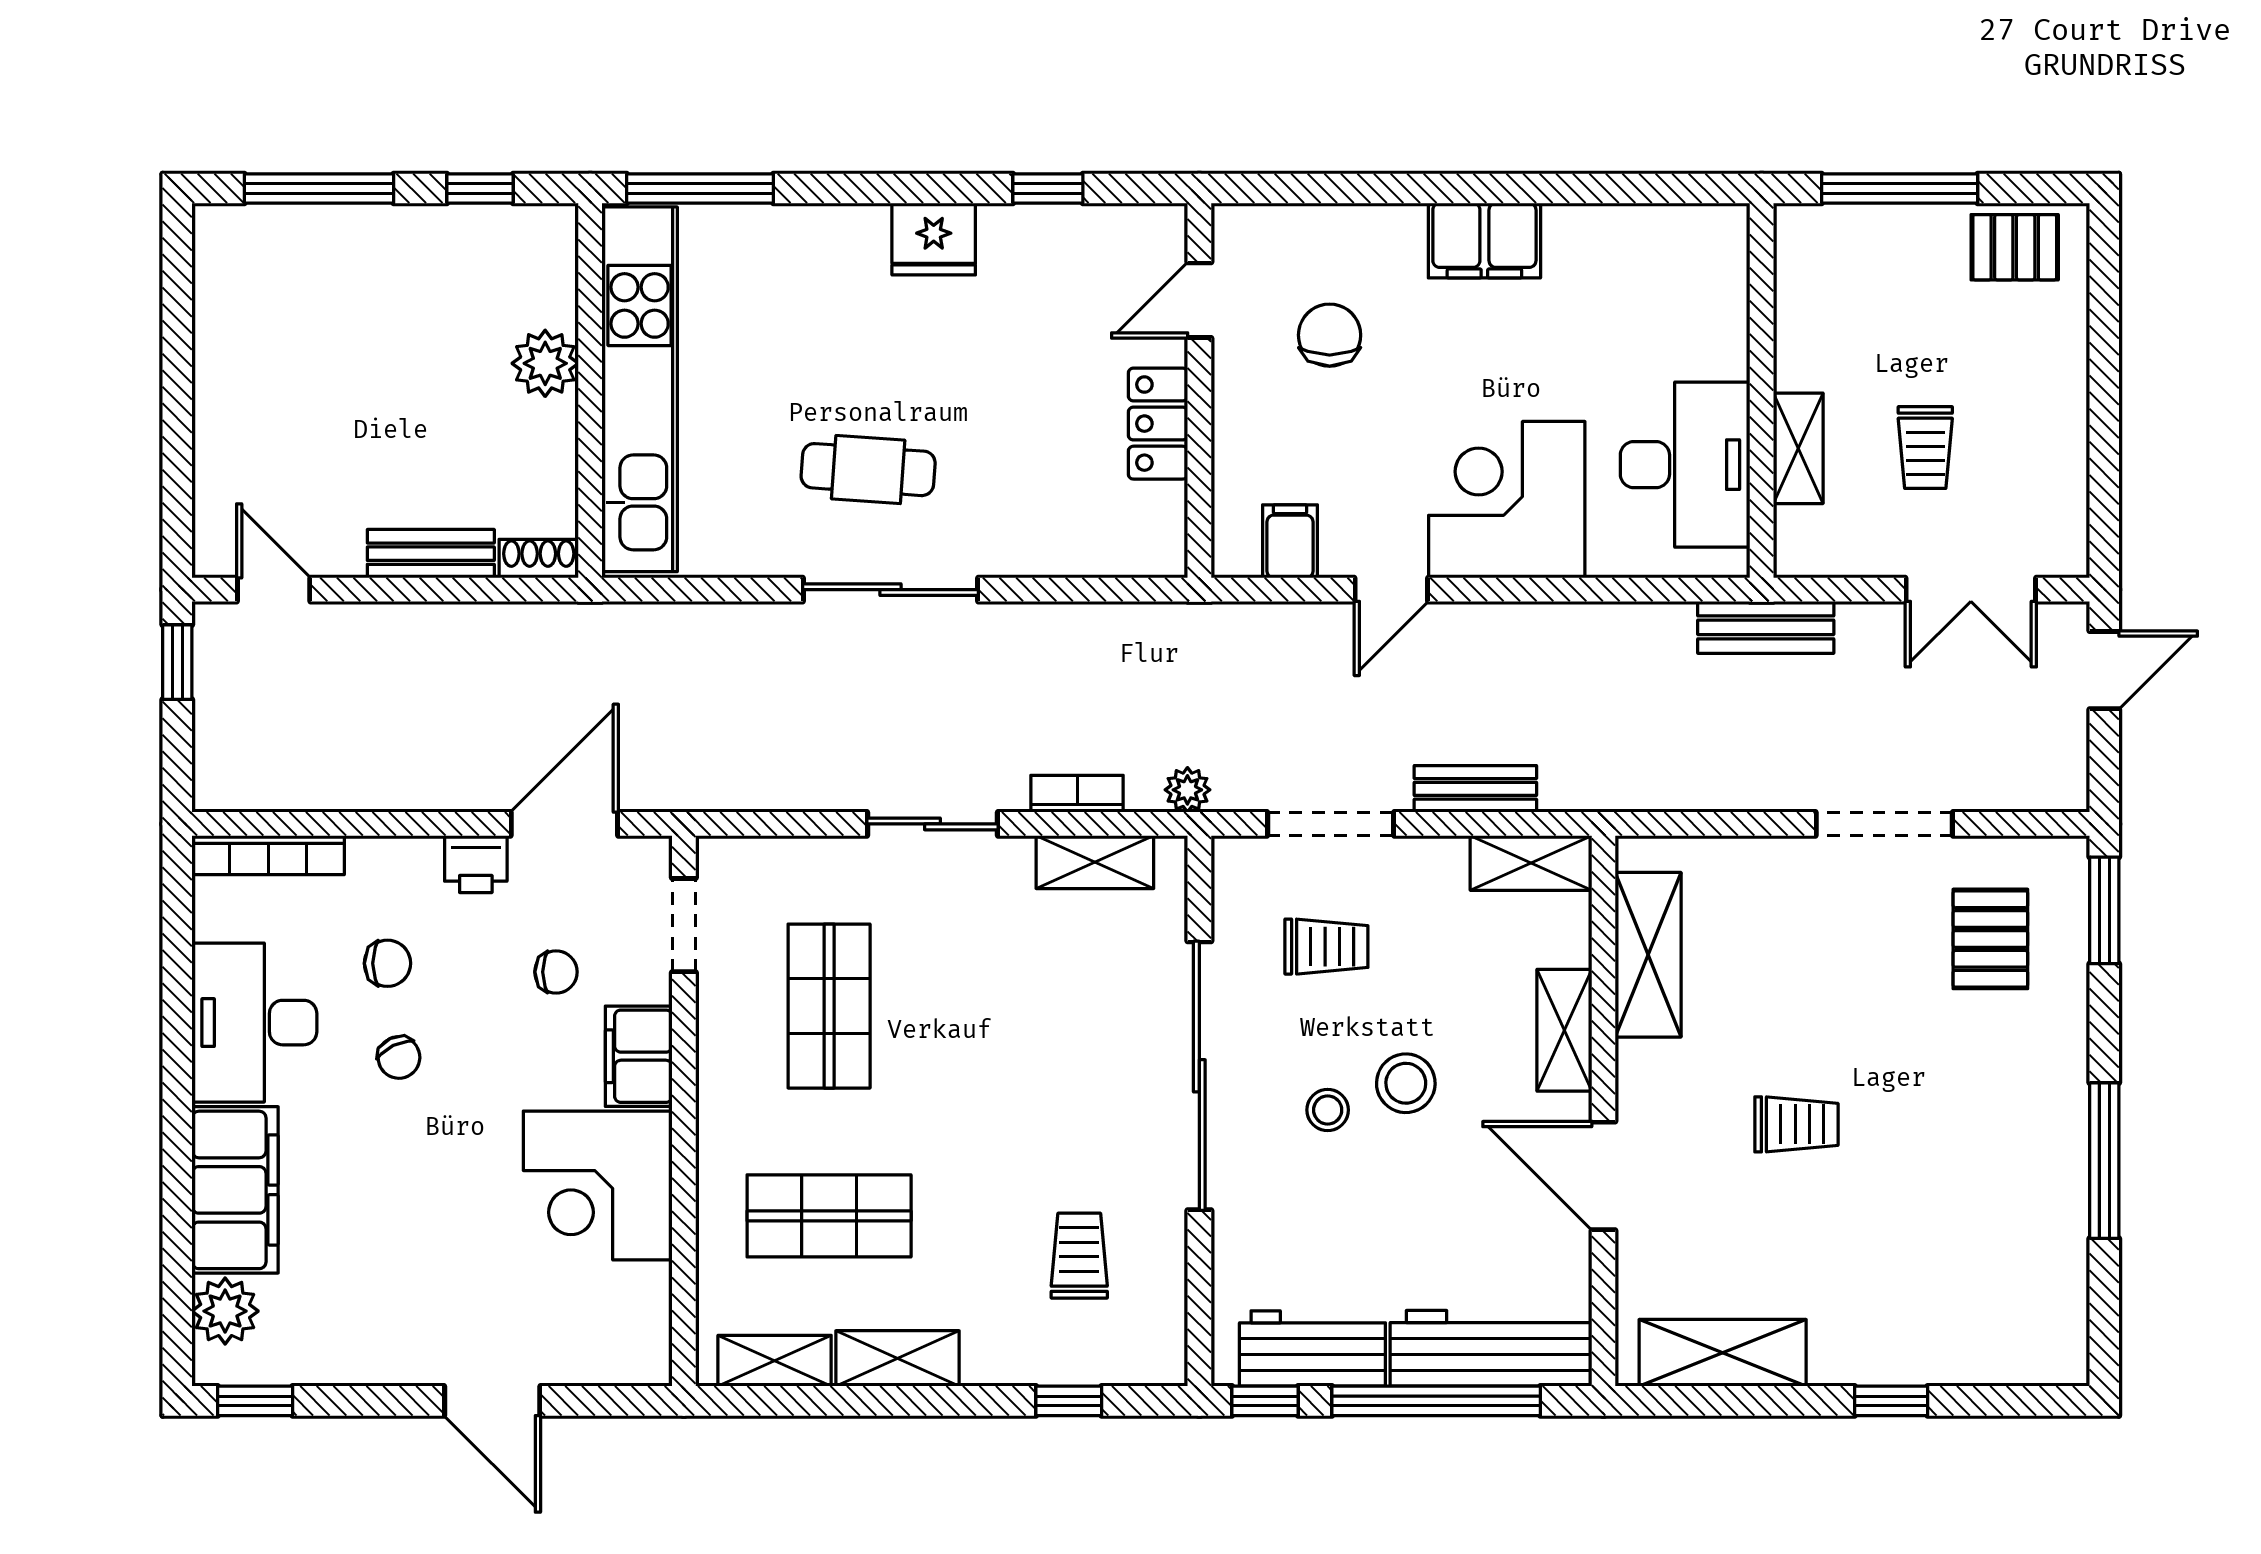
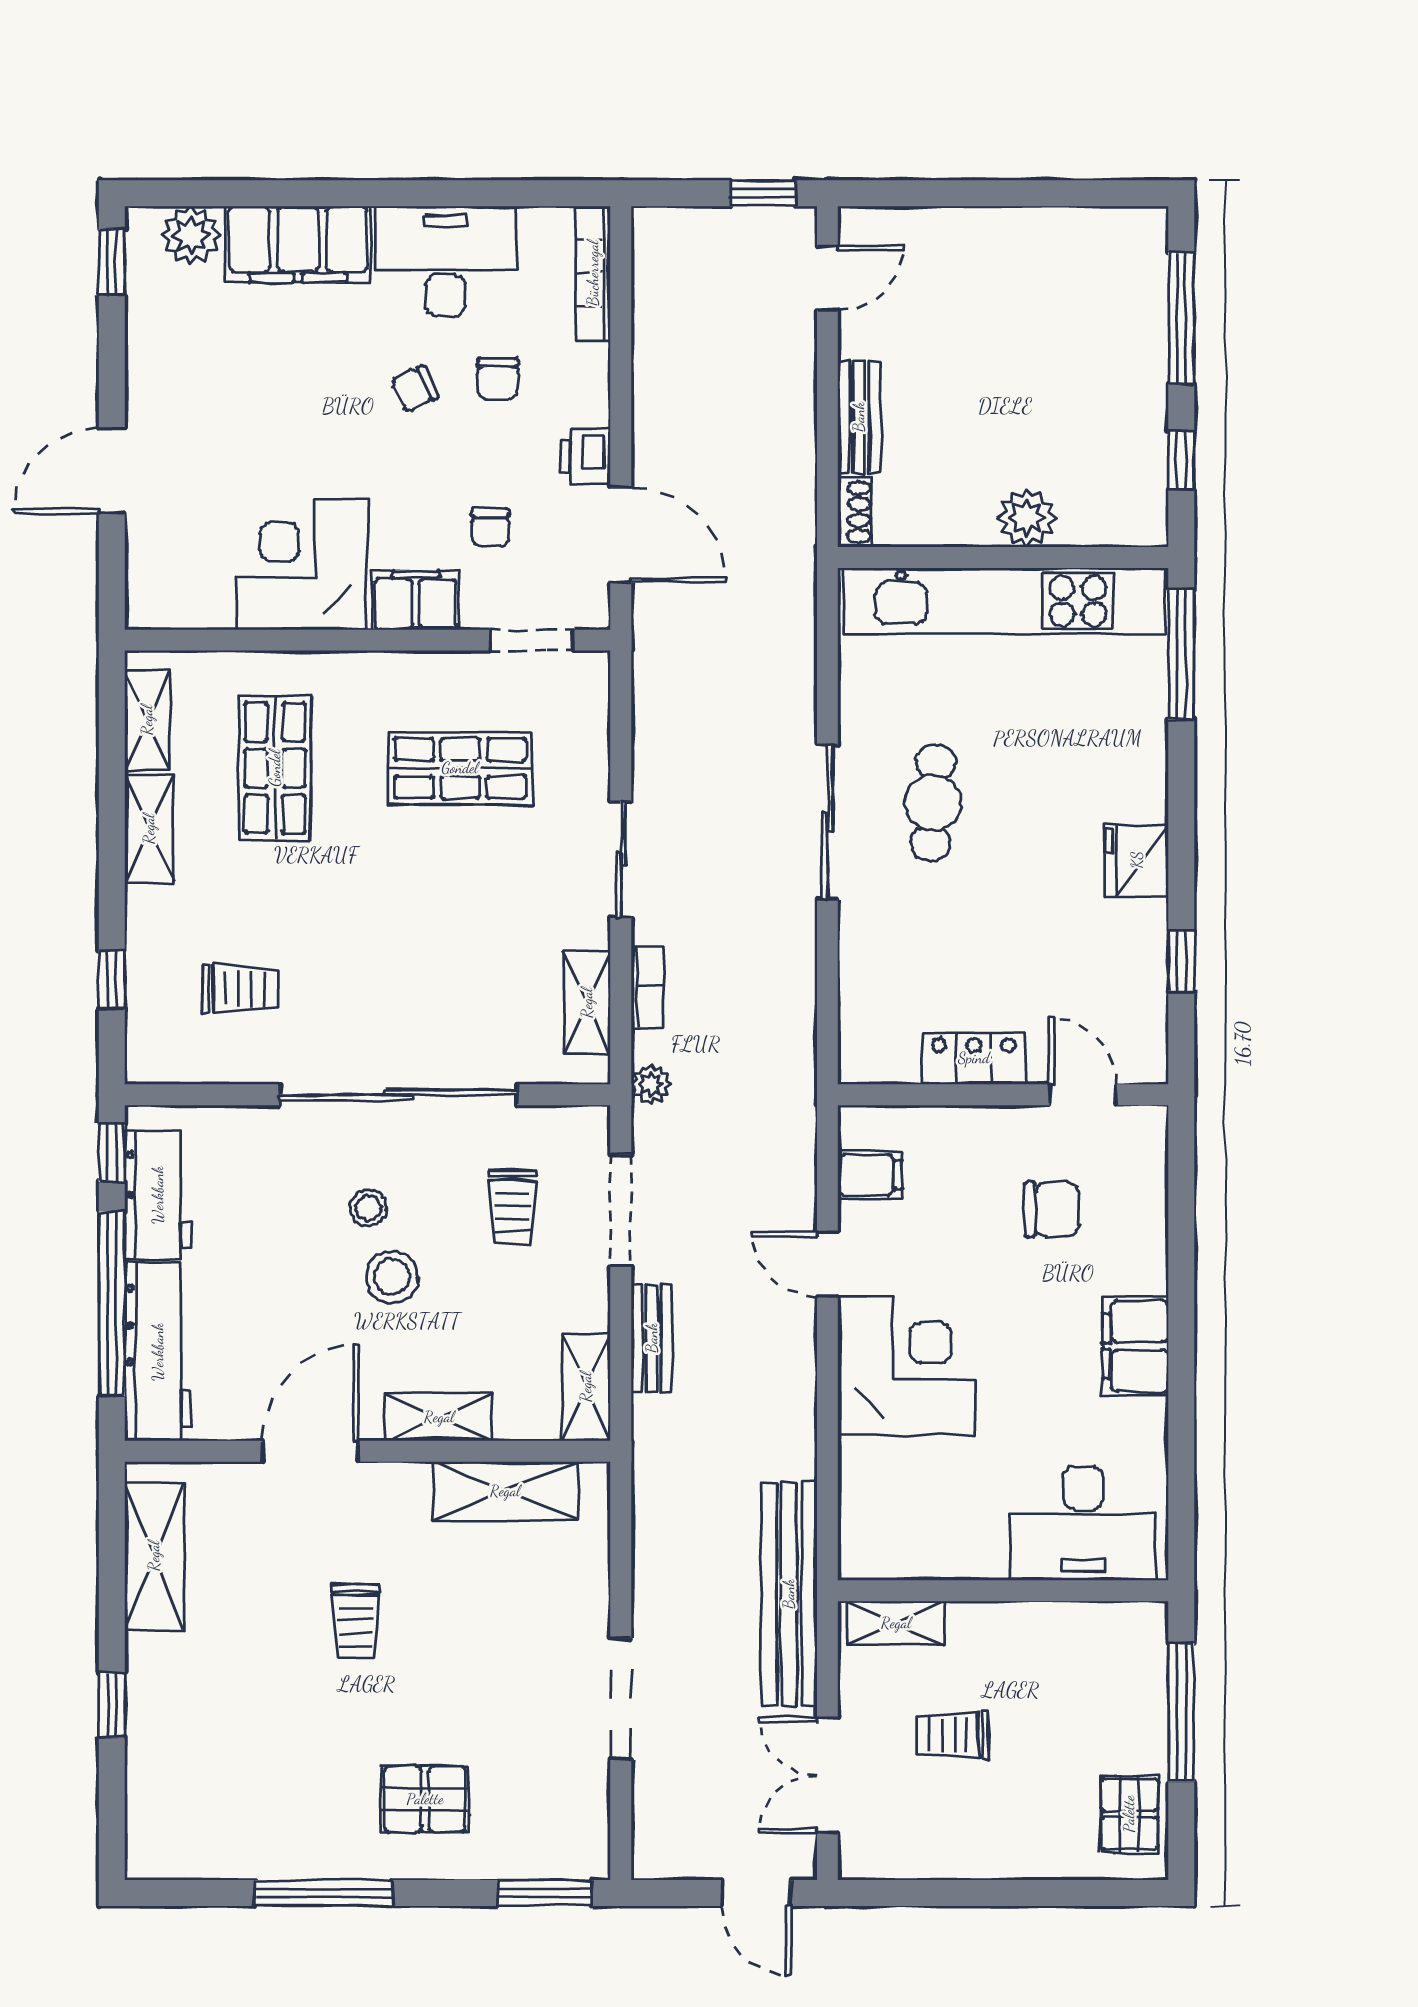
shelving: (1798, 448) -> (896, 1623), moved
desk: (1685, 465) -> (1083, 1523), moved
bench: (1766, 627) -> (789, 1594), width x1.86, depth x1.21
pallet: (1990, 939) -> (425, 1799), moved

